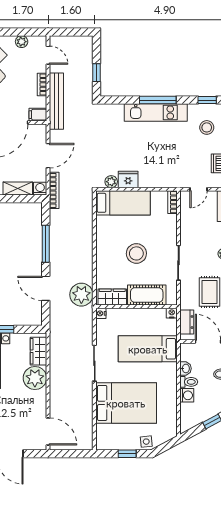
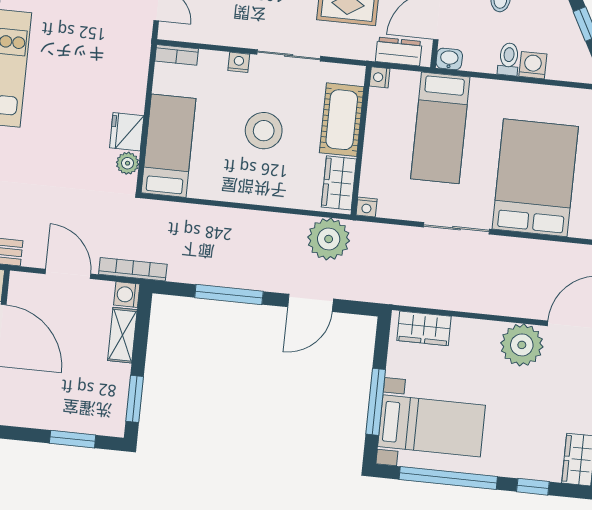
nightstand: (172, 236) -> (239, 62), added
washbasin: (185, 368) -> (449, 59), moved
plant: (35, 378) -> (522, 345), moved

